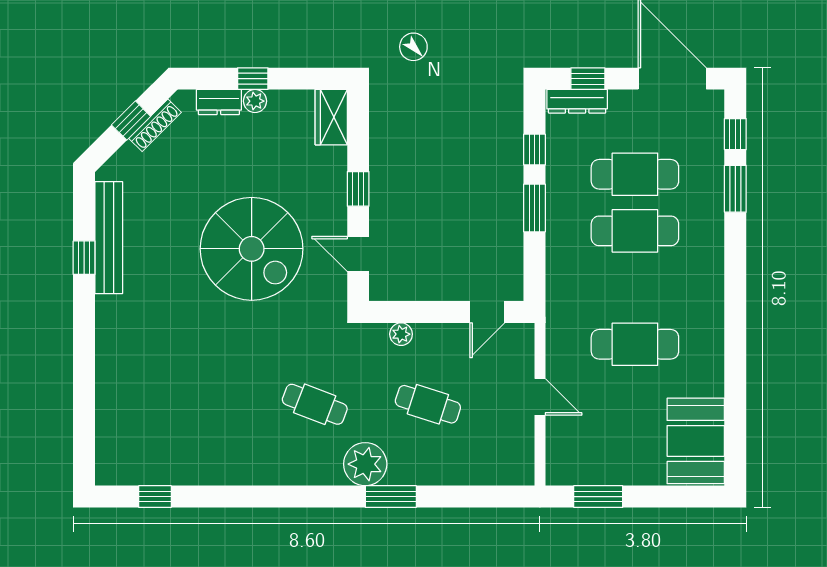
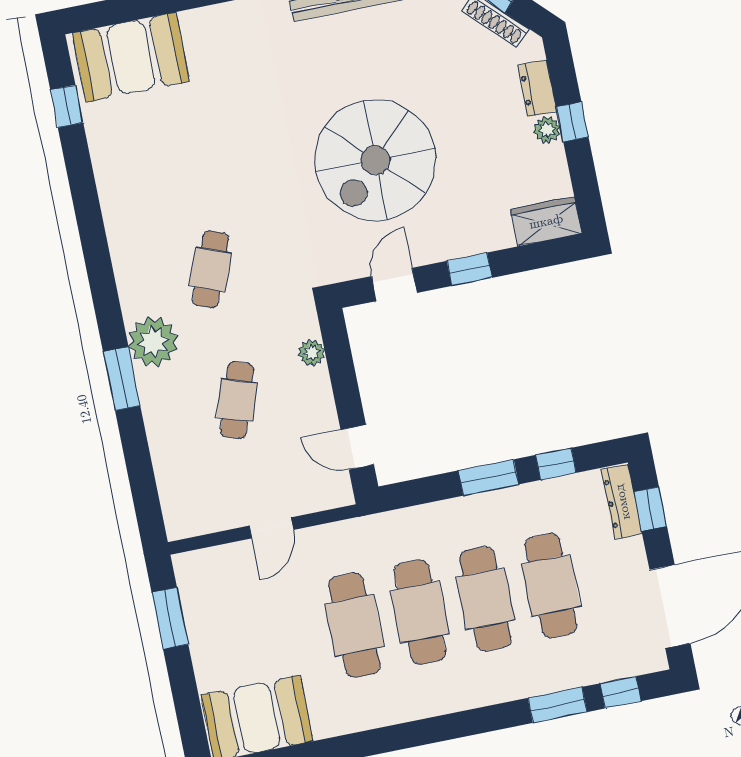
cafe table: (635, 288) -> (420, 612), added
booth: (125, 435) -> (131, 57), added

